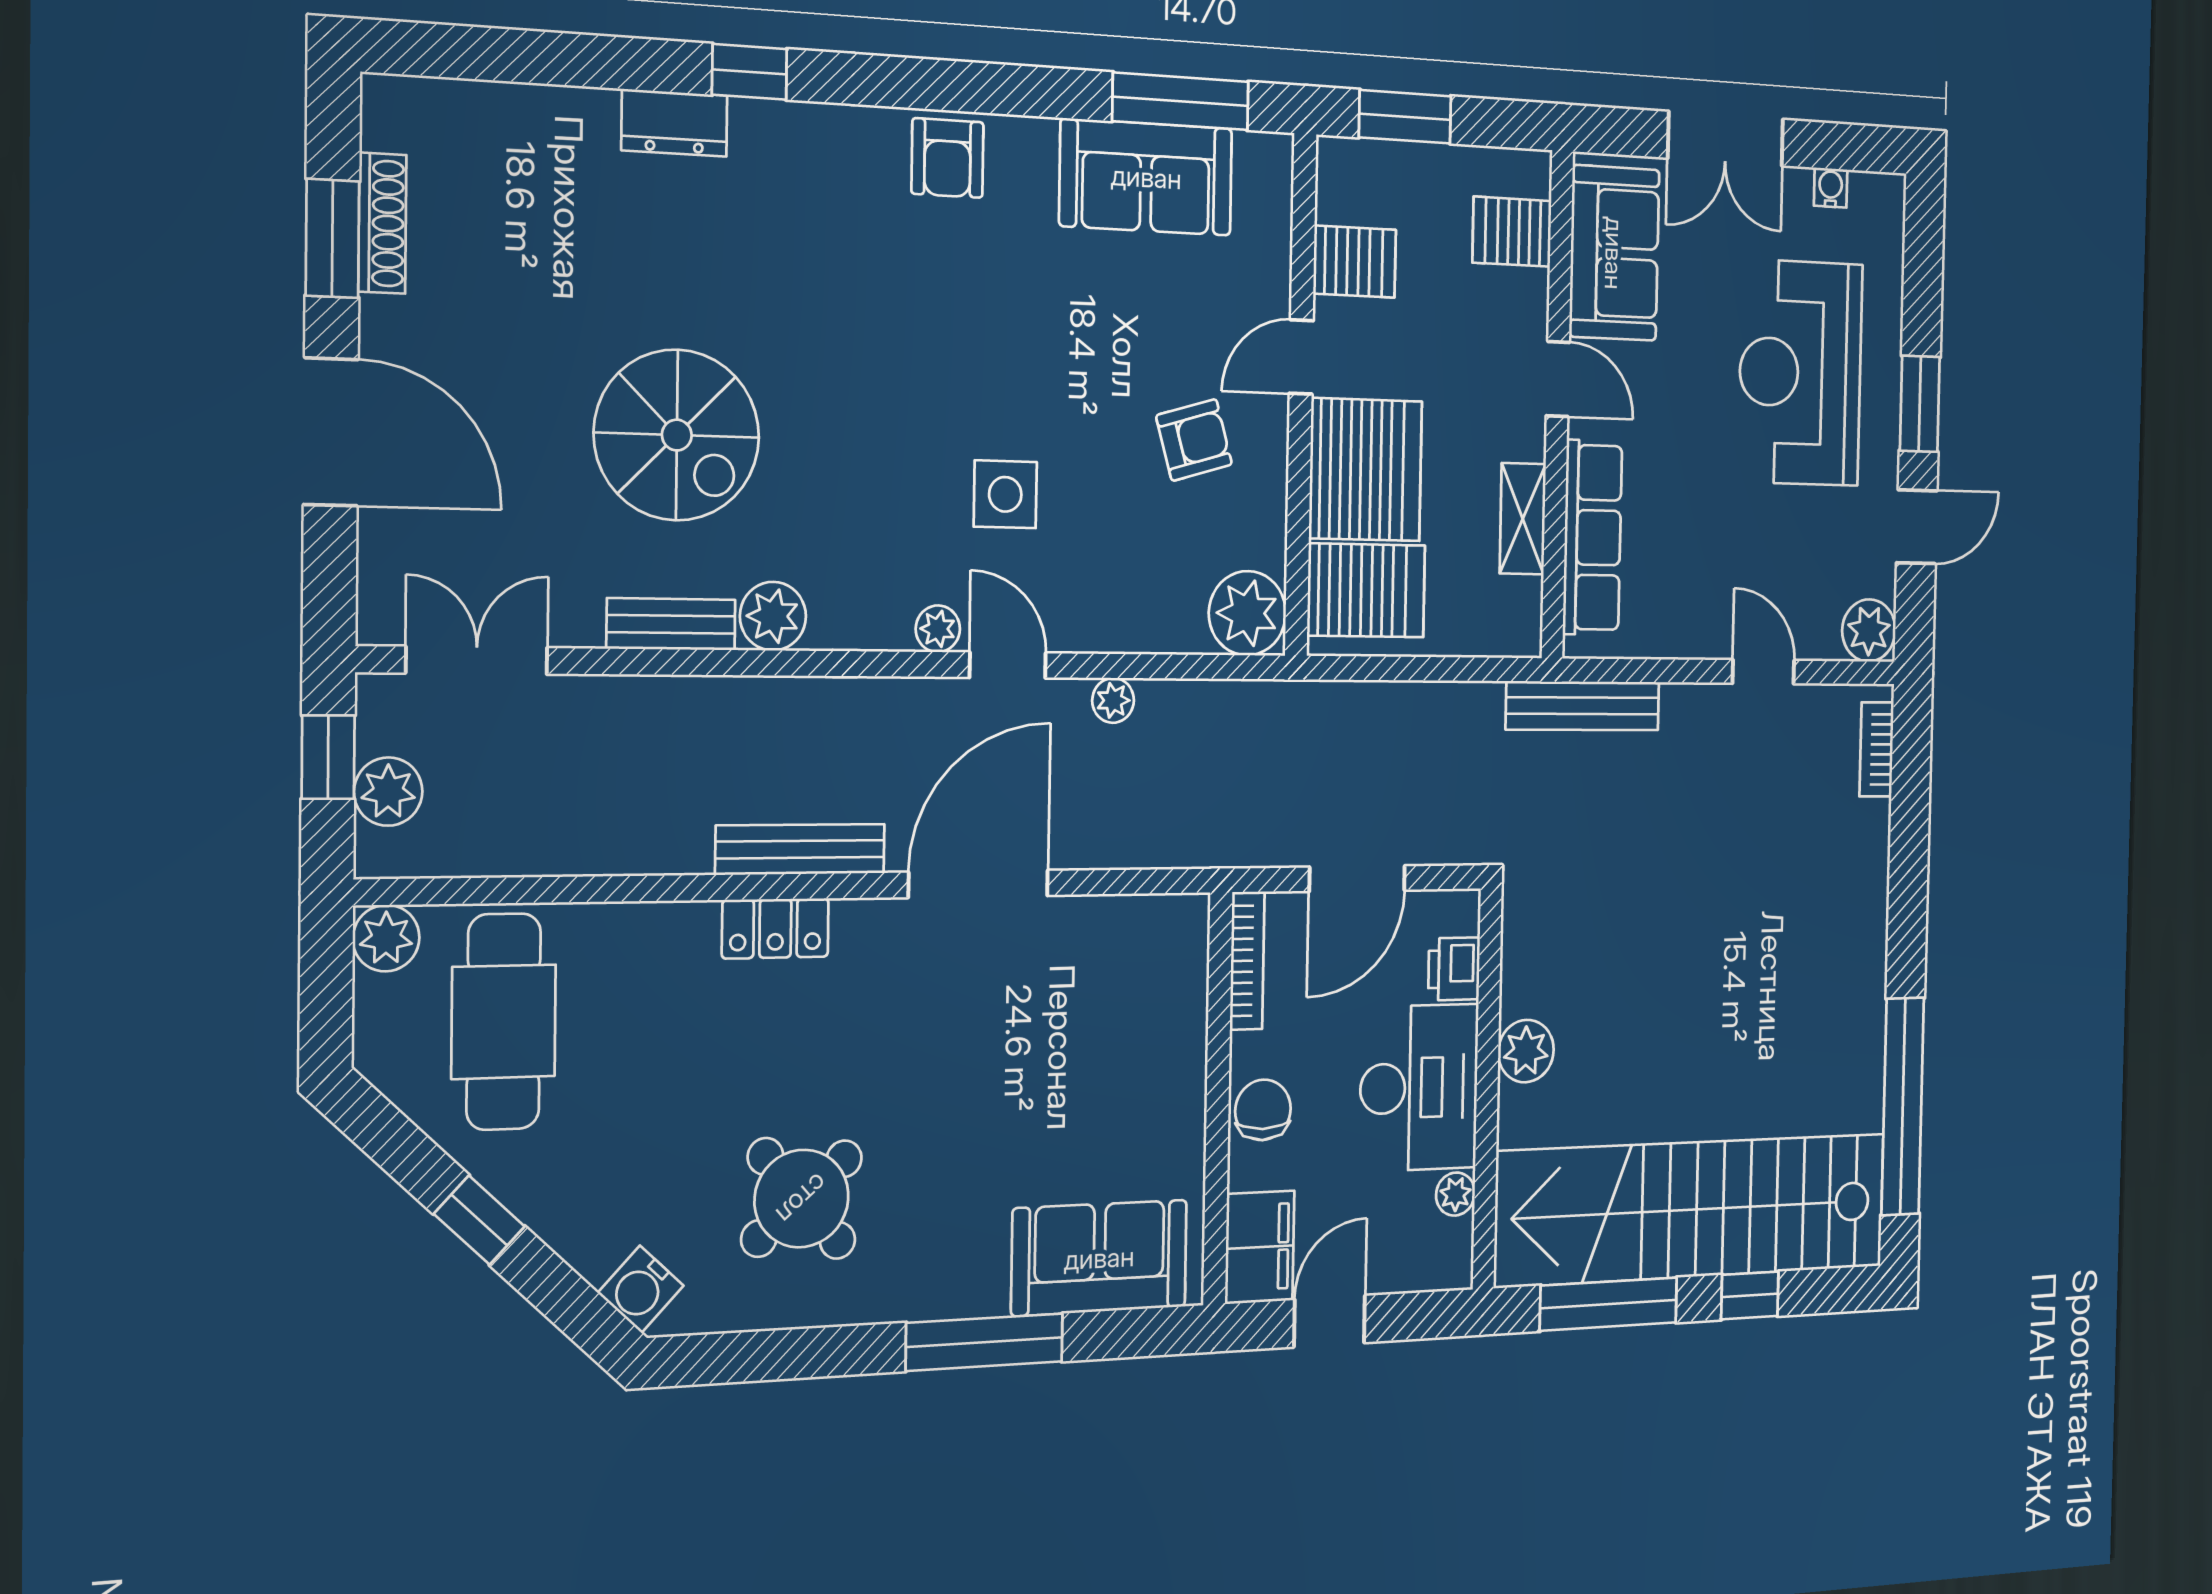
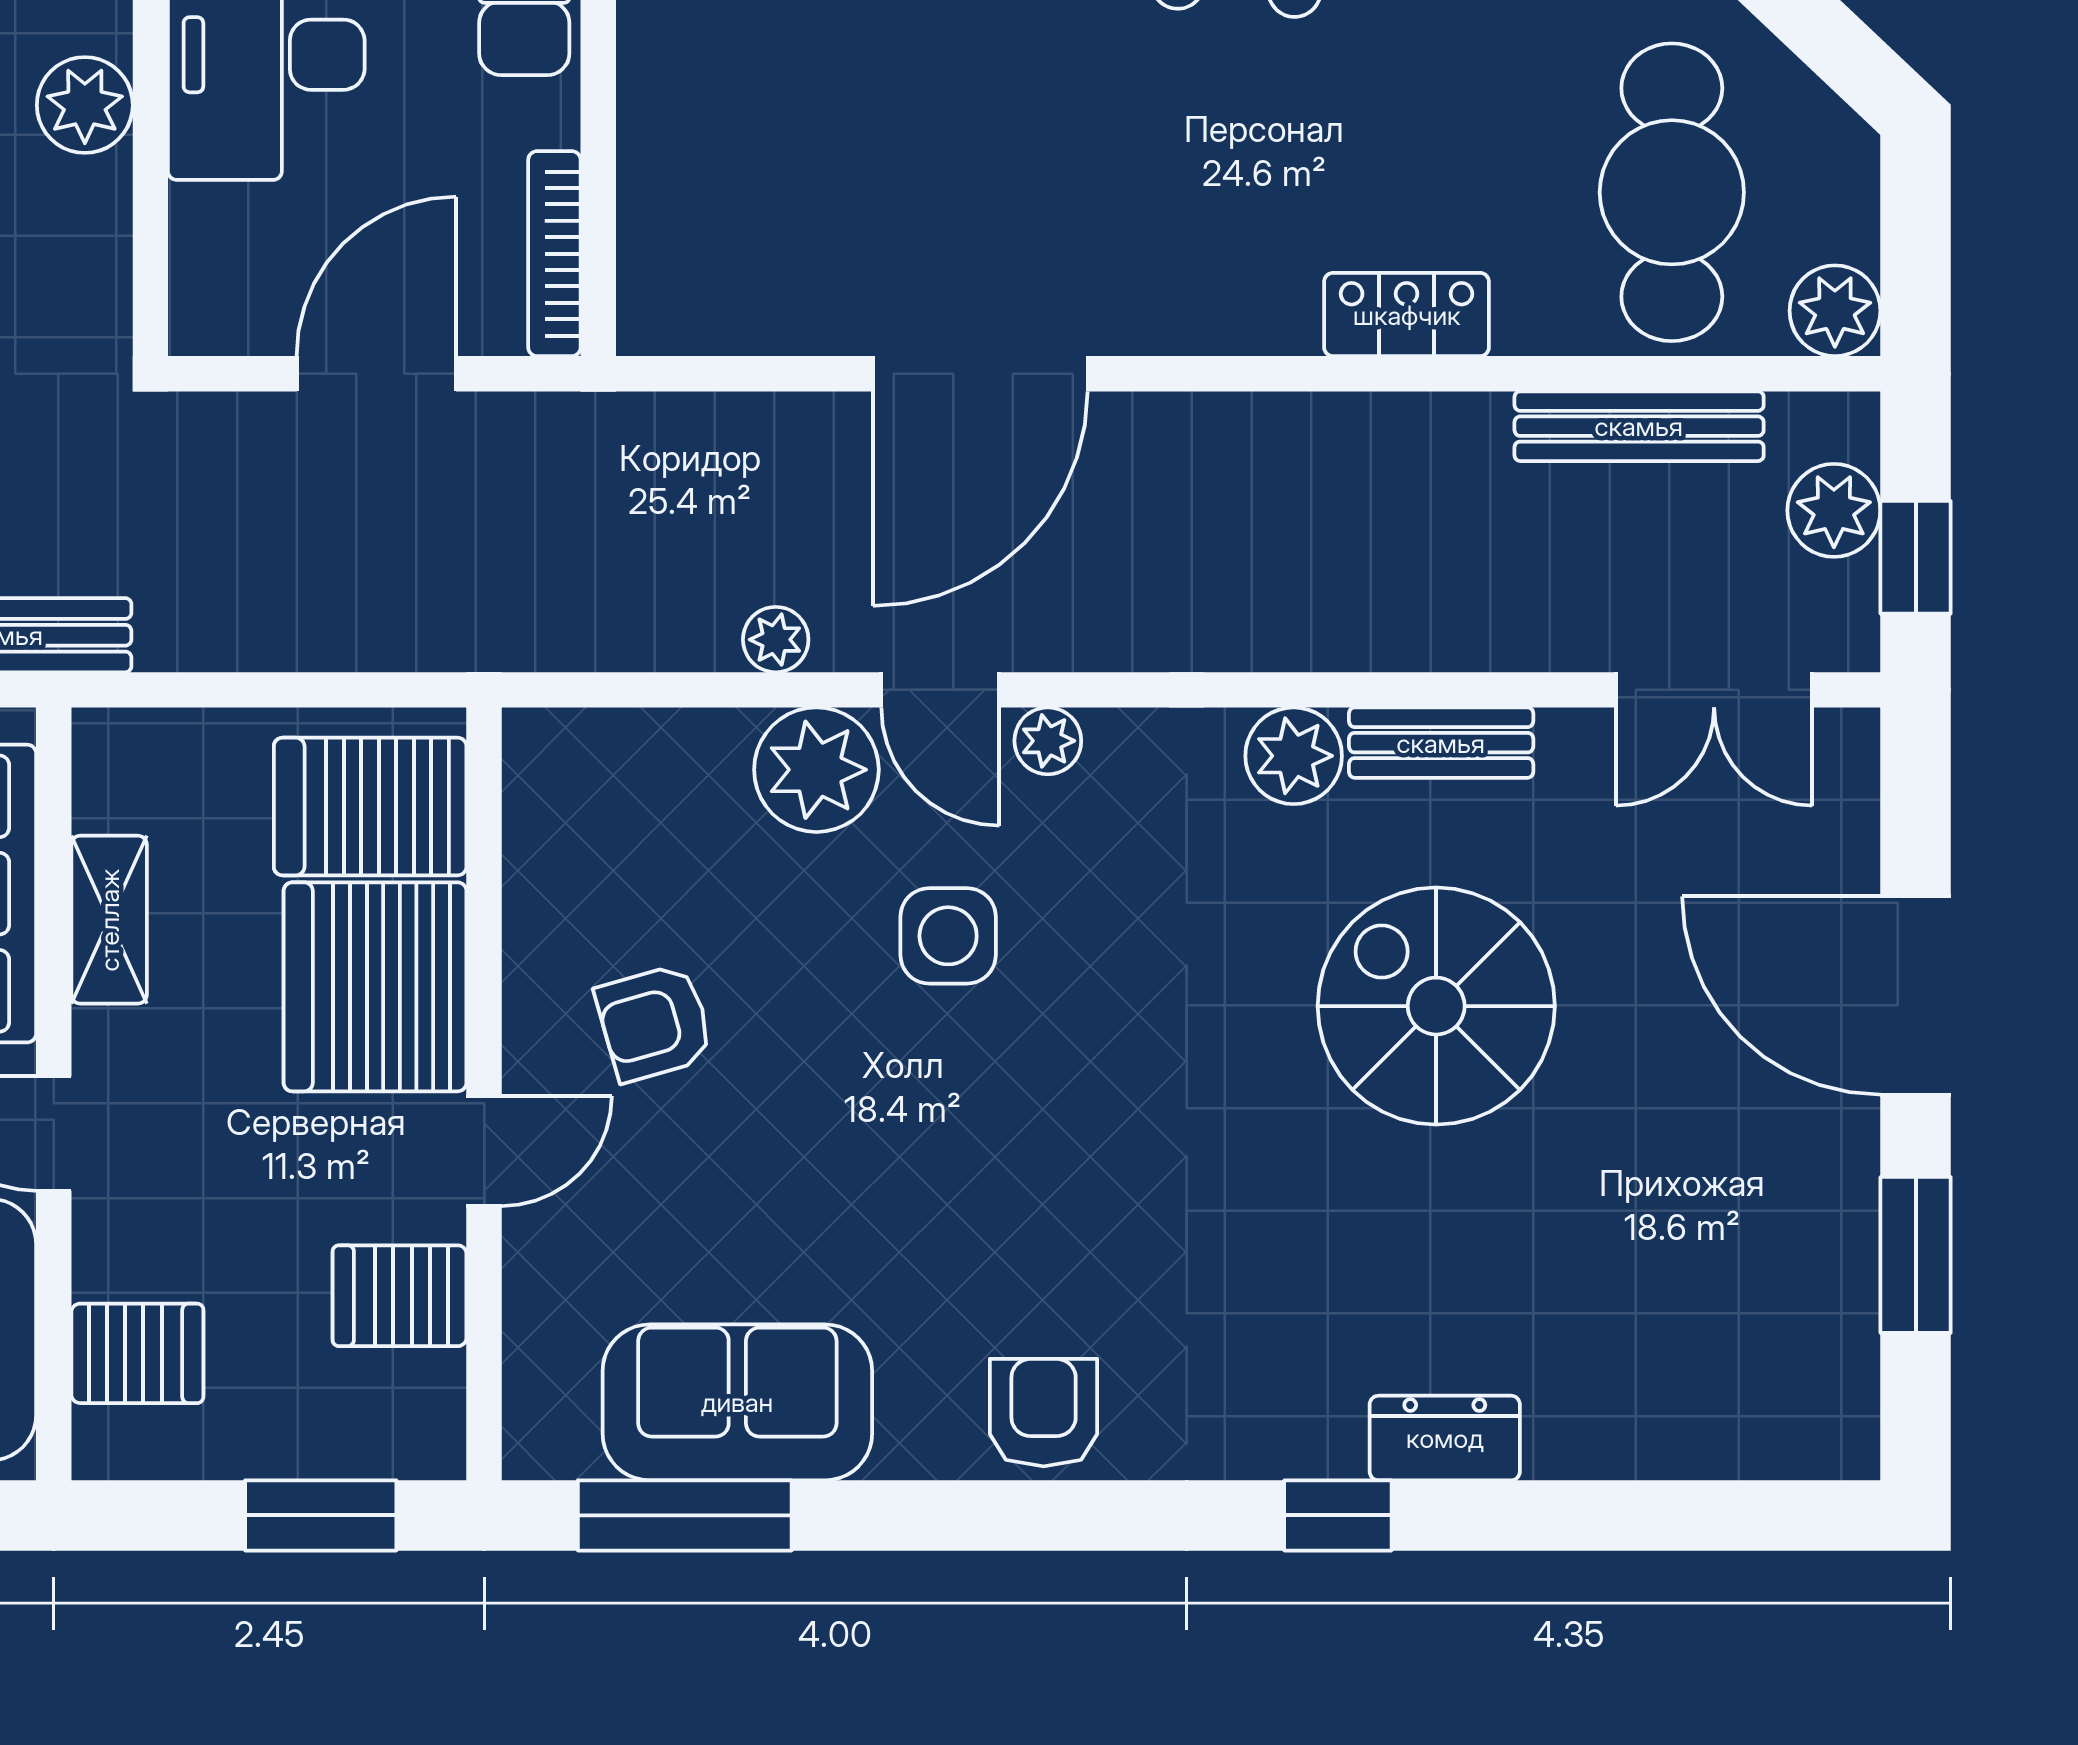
shoe rack: (382, 223) -> (1849, 1279), removed
plant: (1247, 613) -> (816, 770), moved
bench: (800, 849) -> (1639, 426), moved
locker: (775, 928) -> (1407, 315), moved
printer: (1454, 969) -> (211, 234), removed

